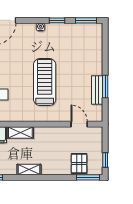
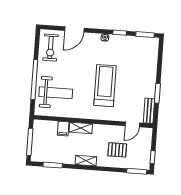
bench: (97, 90) -> (149, 111), moved
door: (79, 124) -> (132, 124), swing flipped
pallet: (79, 164) -> (117, 150), moved, turned 90

